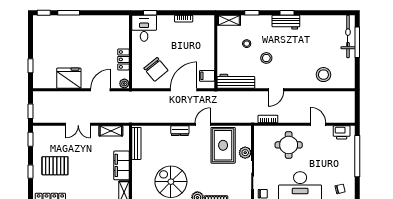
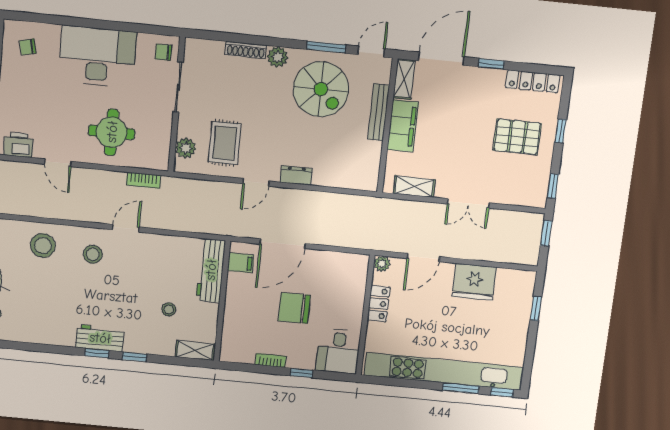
window: (150, 13) -> (301, 373), moved
window: (252, 13) -> (134, 357), moved
kitchen unit: (80, 22) -> (444, 371), added
stool: (266, 58) -> (93, 254), moved
chair: (156, 69) -> (294, 308), moved, turned -51
workbench: (236, 81) -> (211, 270), moved, turned 90
double door: (78, 124) -> (468, 203), swing flipped
bench: (136, 143) -> (379, 112), moved
rug: (223, 145) -> (225, 143), width x0.73, depth x0.70
plant: (245, 153) -> (186, 148), moved

